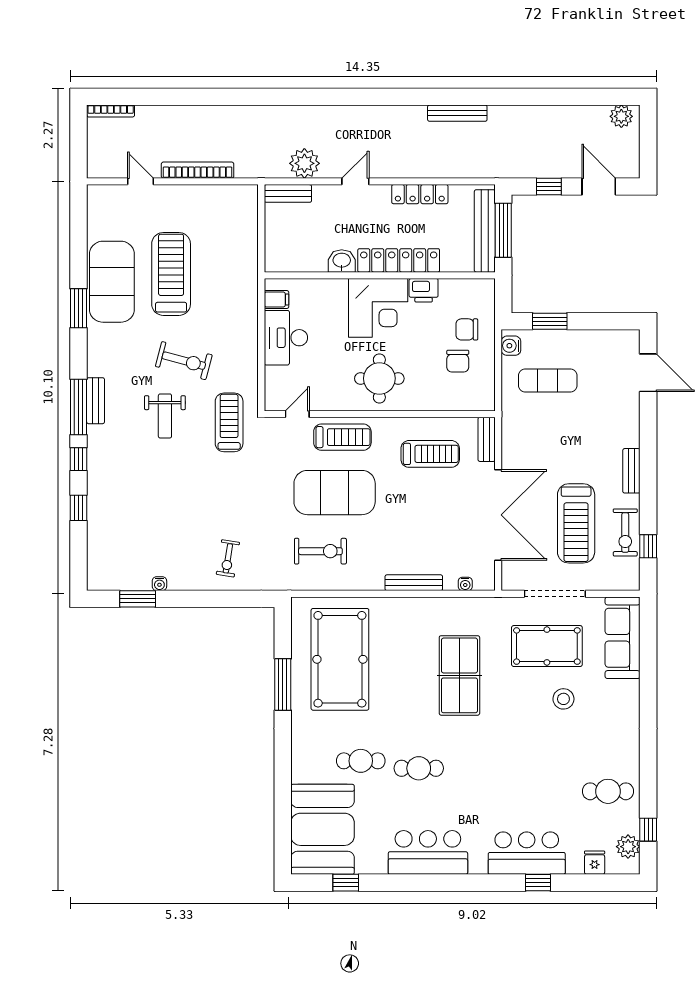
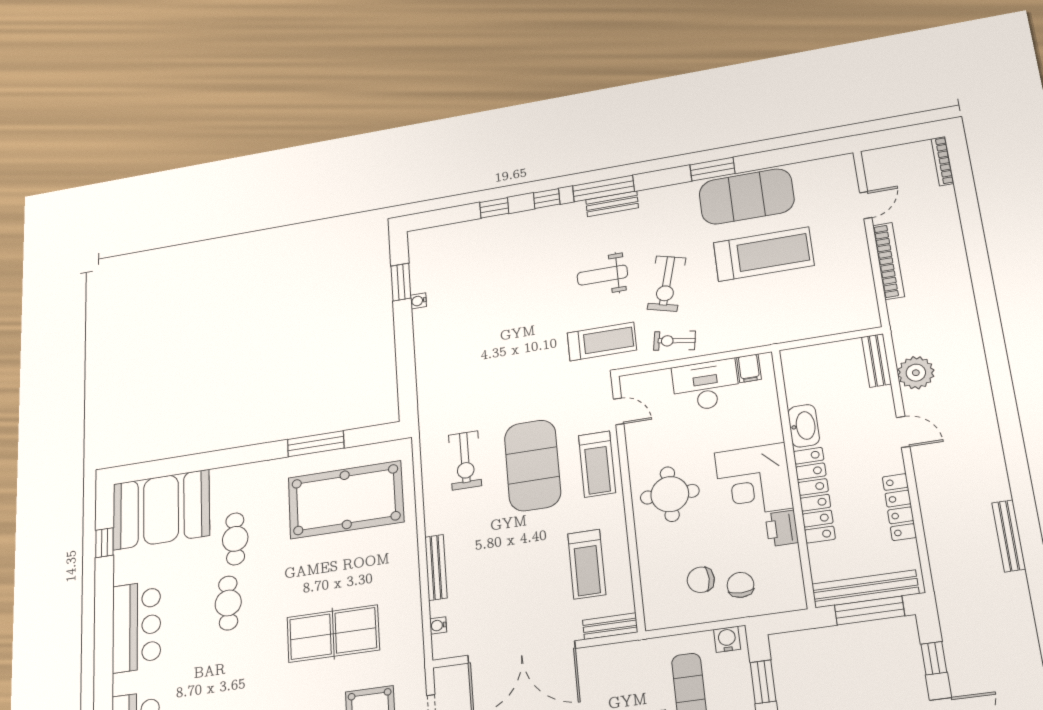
washbasin: (342, 261) -> (804, 426), width x1.38
exercise bike: (228, 558) -> (675, 341), moved

